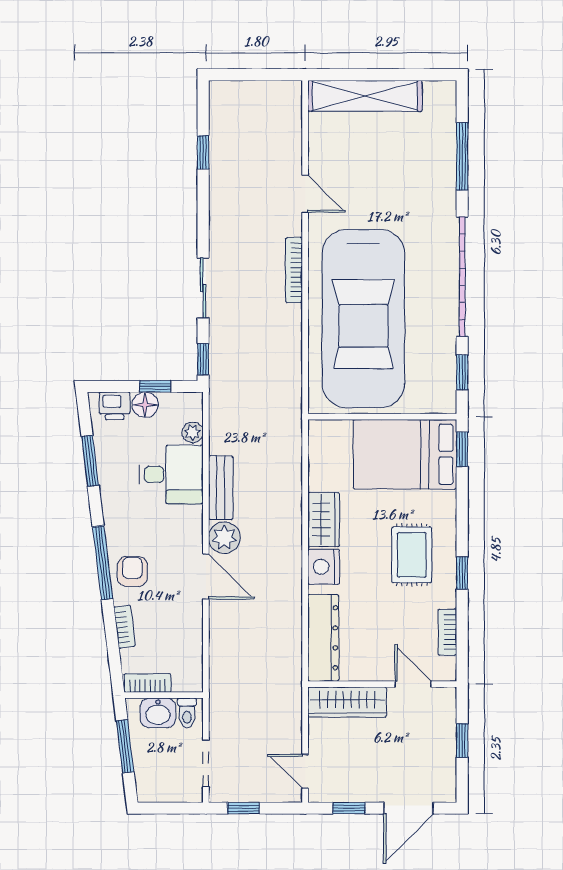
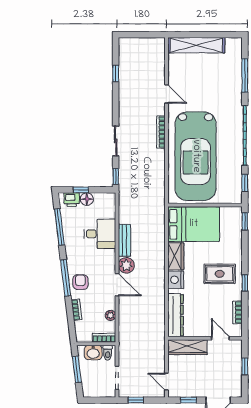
window: (155, 386) -> (81, 190), moved
plant: (193, 432) -> (110, 315), moved
bed: (405, 454) -> (194, 224), moved, turned 180
window: (90, 461) -> (59, 227), width x1.44
rug: (412, 555) -> (220, 274), turned 90
bookcase: (148, 683) -> (104, 338), moved

